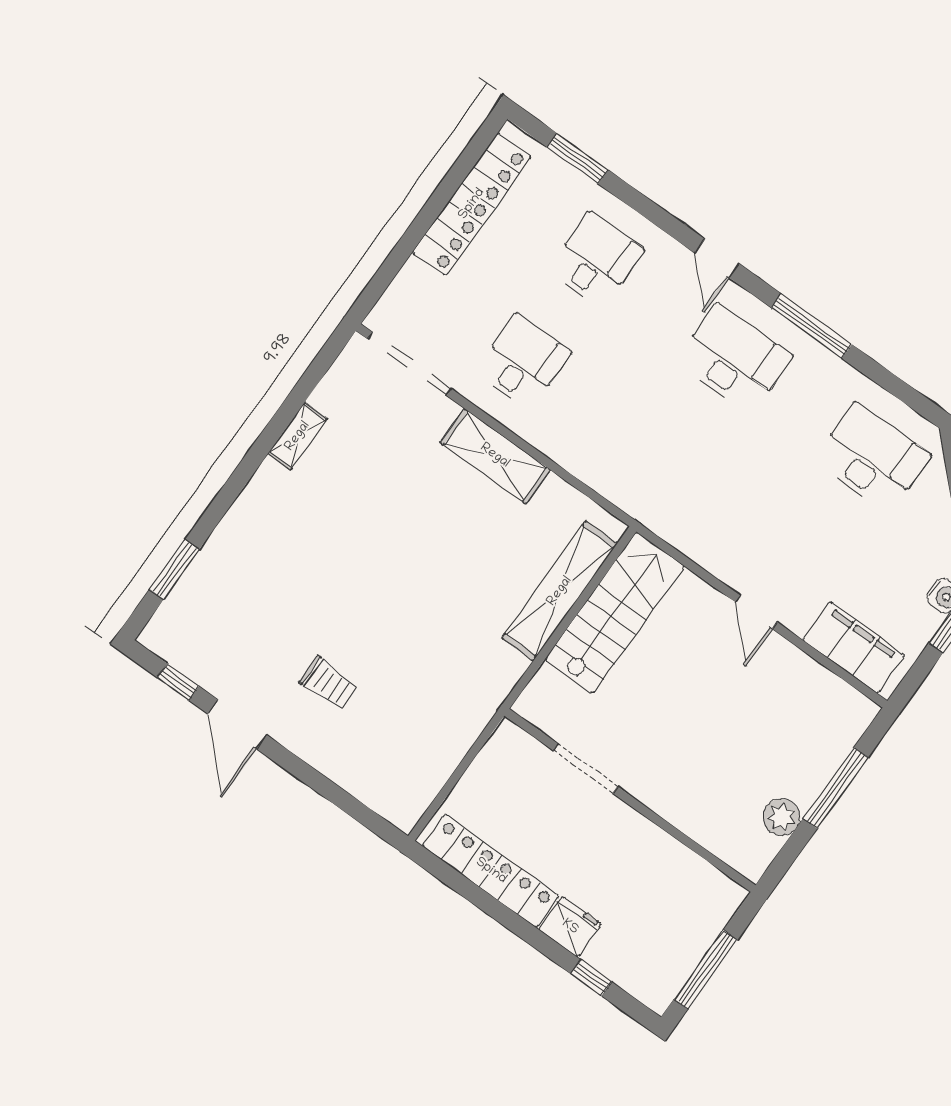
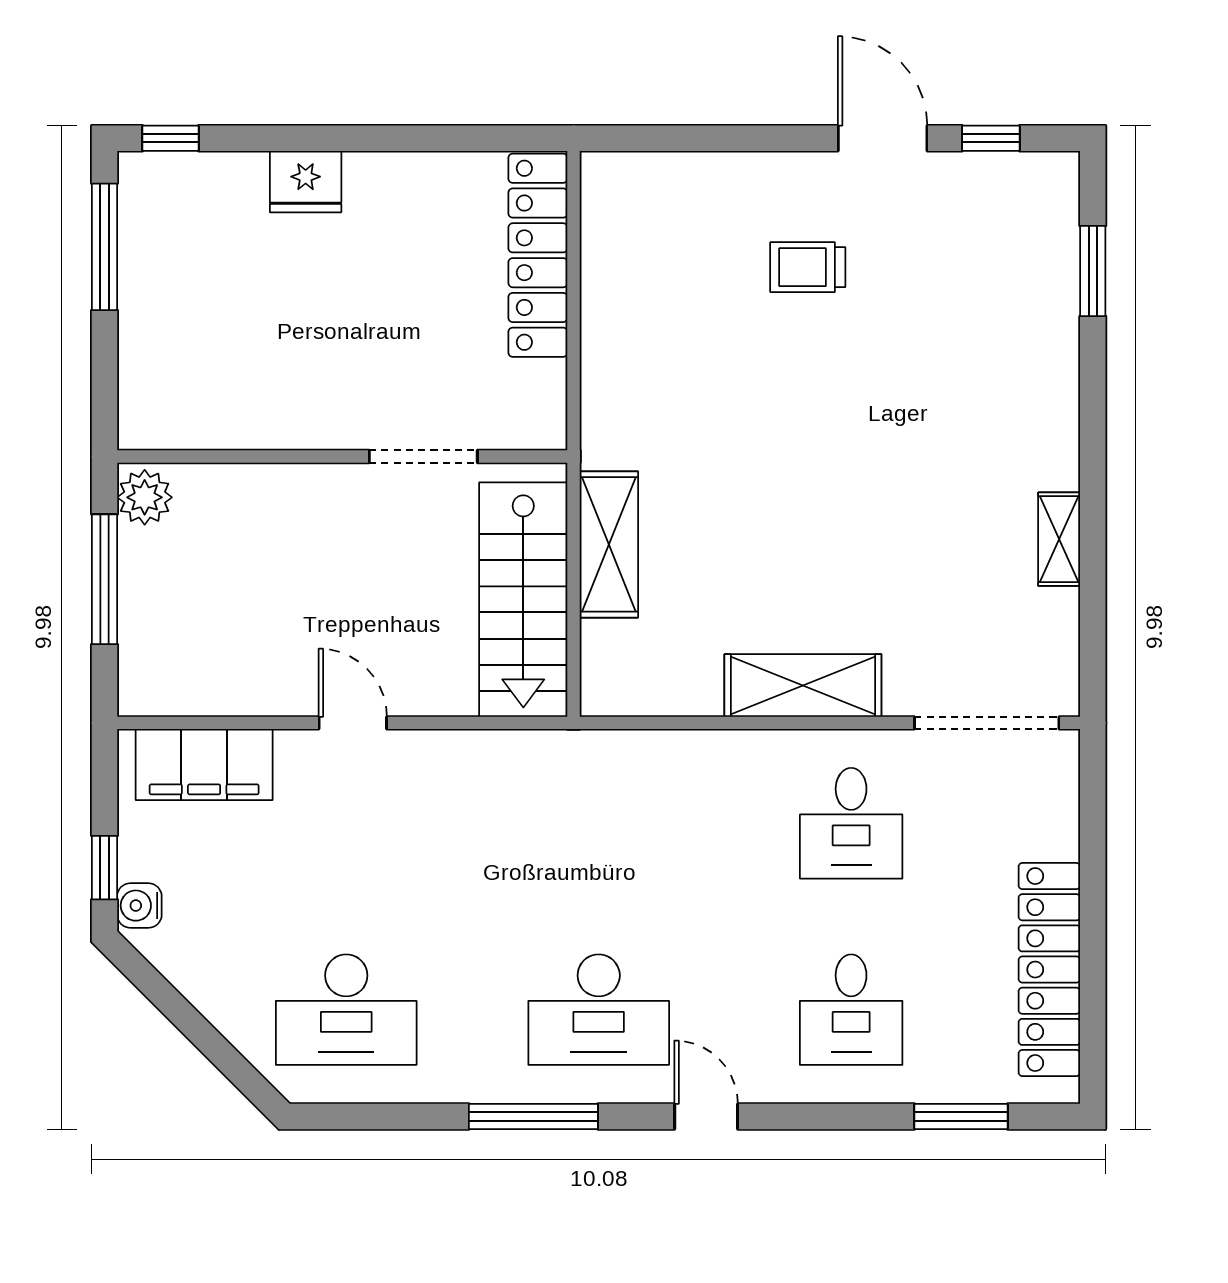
shelving: (560, 591) -> (609, 544), width x0.68
doorway: (586, 769) -> (423, 456), moved
wall: (630, 800) -> (342, 456), moved
locker: (491, 871) -> (538, 255), moved, turned 90
window: (591, 978) -> (170, 138), moved

